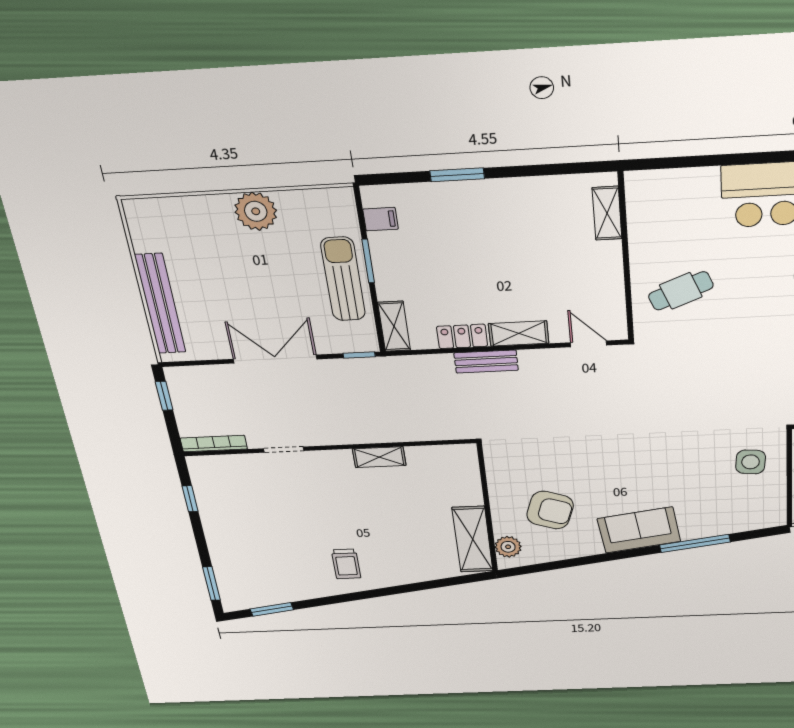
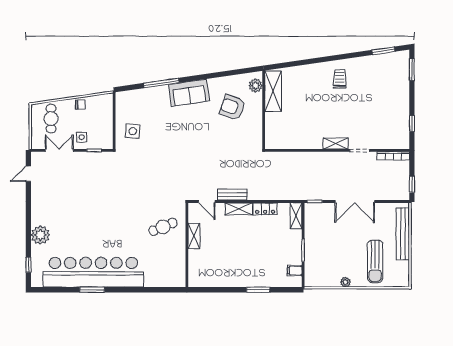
plant: (256, 211) -> (345, 282), width x0.53, depth x0.53
shelving: (607, 213) -> (194, 236), moved
sun lounger: (343, 279) -> (375, 261), moved
bench: (486, 362) -> (232, 195), moved
shelving: (379, 457) -> (336, 144), moved

